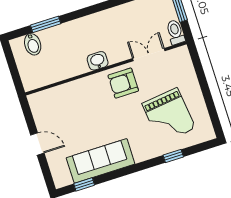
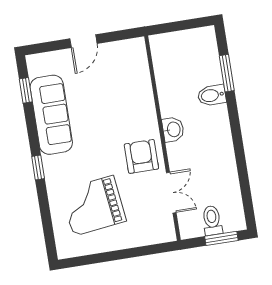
toilet: (175, 32) -> (212, 220), moved, turned -90
bidet: (33, 44) -> (212, 95), moved
window: (173, 156) -> (38, 168), moved

